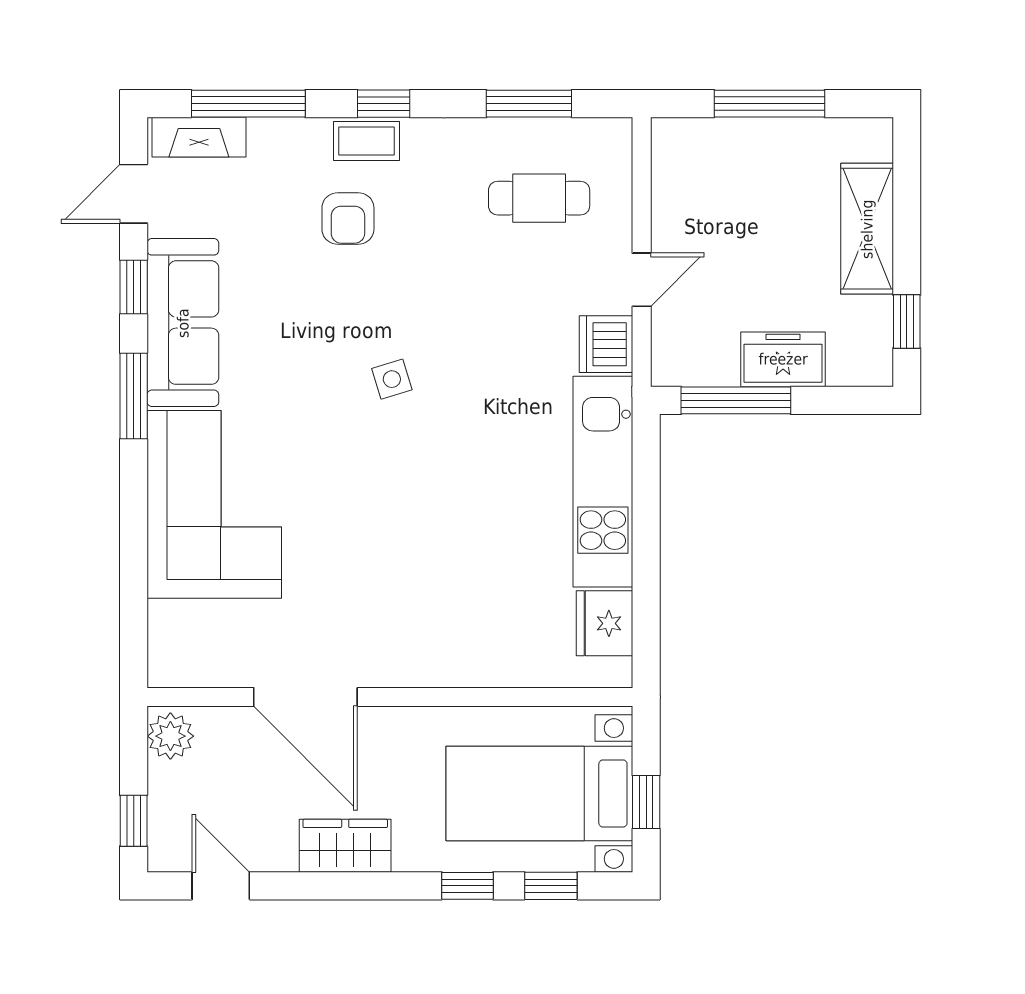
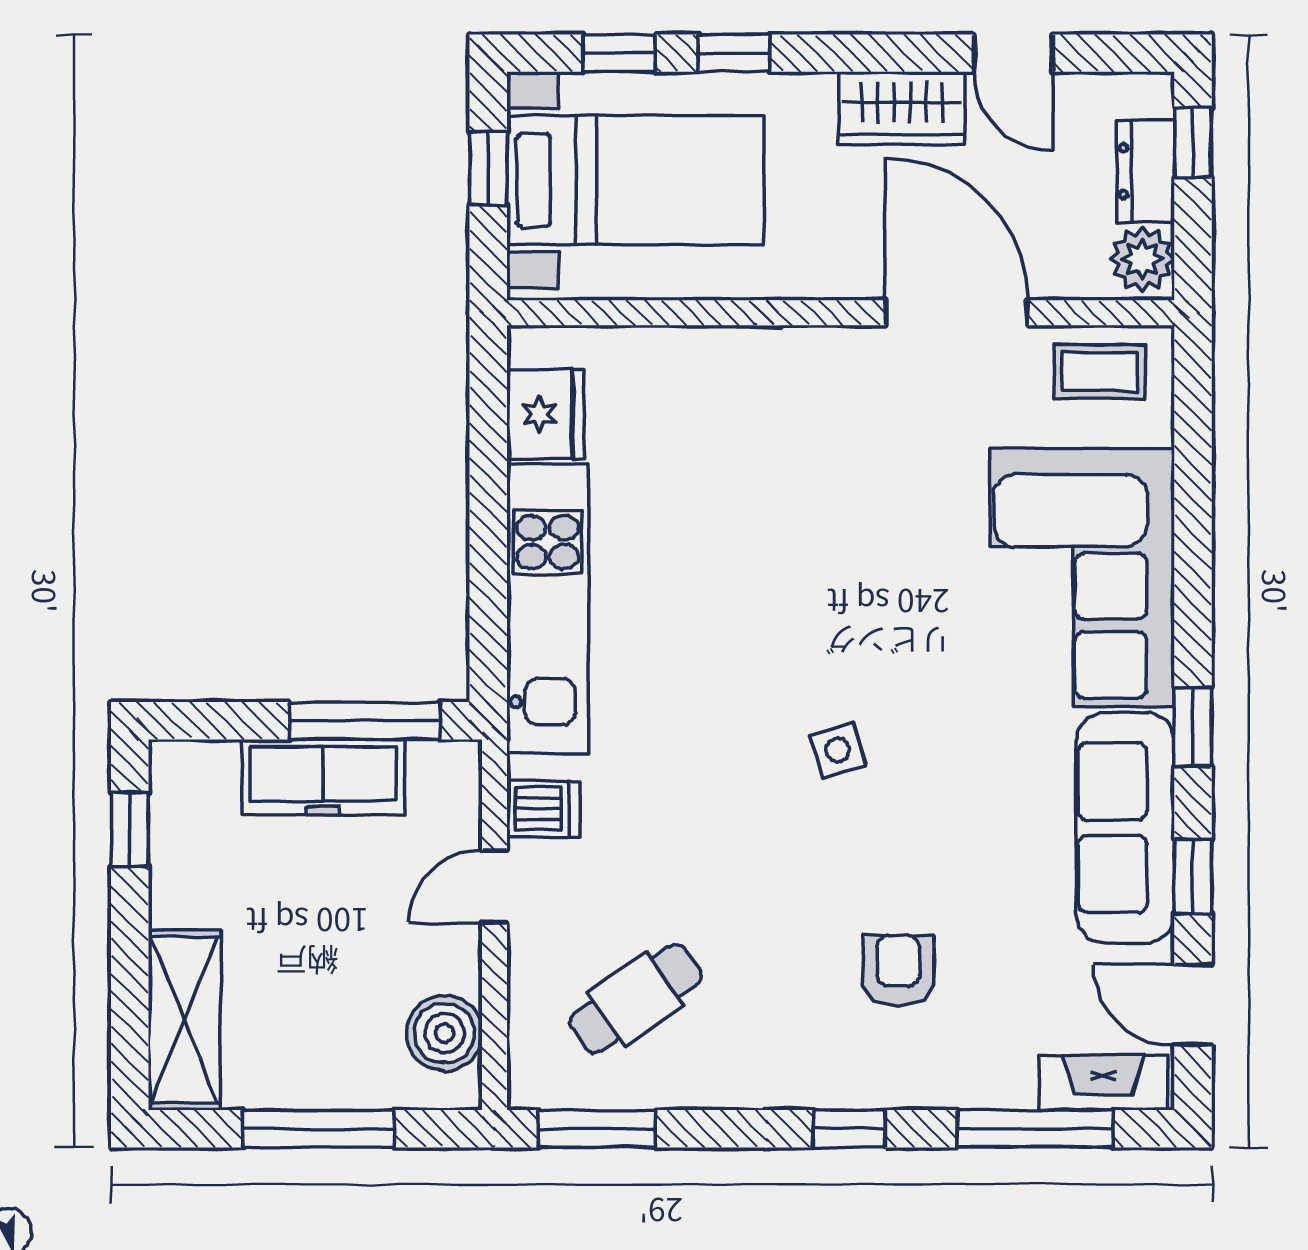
window: (529, 104) -> (597, 1129), moved
coffee table: (366, 141) -> (1100, 371), moved
boiler: (678, 173) -> (444, 1033), added
door: (134, 194) -> (1193, 1005), swing flipped
cafe table: (539, 198) -> (635, 999), turned -35
shelving: (867, 229) -> (184, 1020), moved
dishwasher: (606, 344) -> (543, 809), width x0.73
freezer: (783, 359) -> (323, 777), width x1.40
window: (134, 396) -> (1193, 727), width x0.67
dresser: (168, 800) -> (1146, 171), added
door: (221, 886) -> (1013, 53), moved

